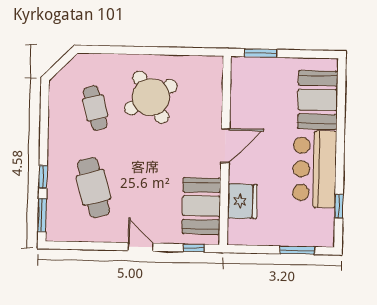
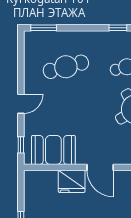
window: (43, 177) -> (118, 28), moved
fridge: (242, 201) -> (72, 181), moved

